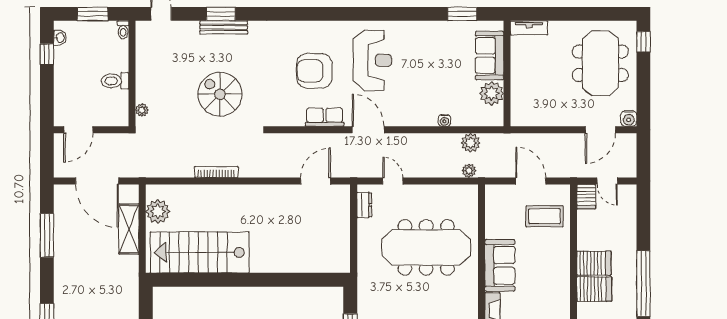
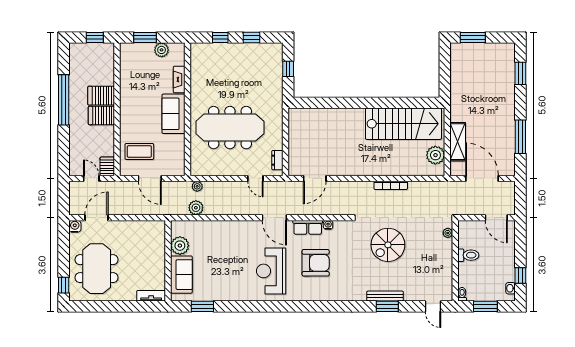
spiral stairs: (220, 94) -> (388, 245), turned 90
water cooler: (444, 120) -> (328, 225), moved
door: (78, 130) -> (496, 218), swing flipped

